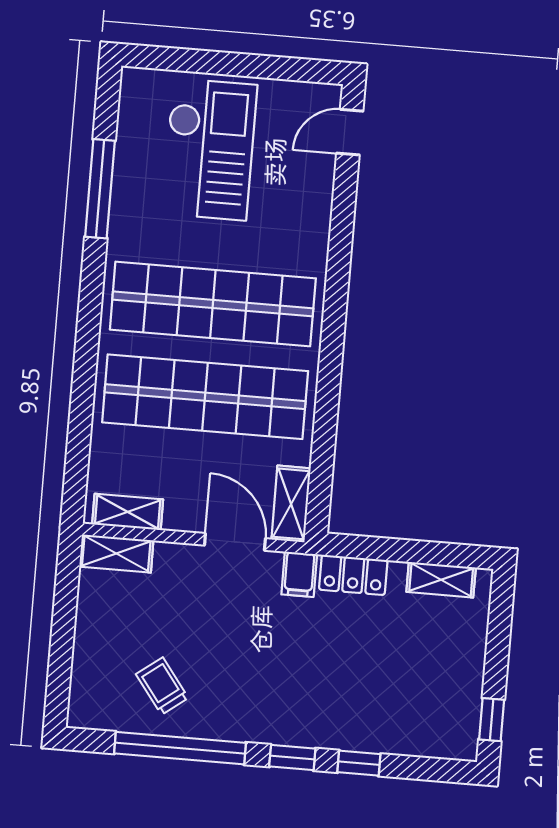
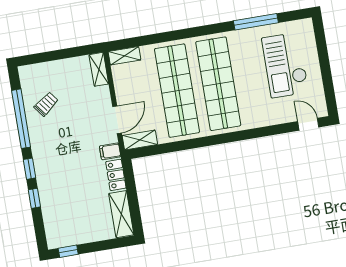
checkout: (209, 149) -> (285, 65), turned 90
shelving: (128, 512) -> (124, 56), moved, turned 90
shelving: (441, 580) -> (121, 214), width x1.50, depth x1.33

